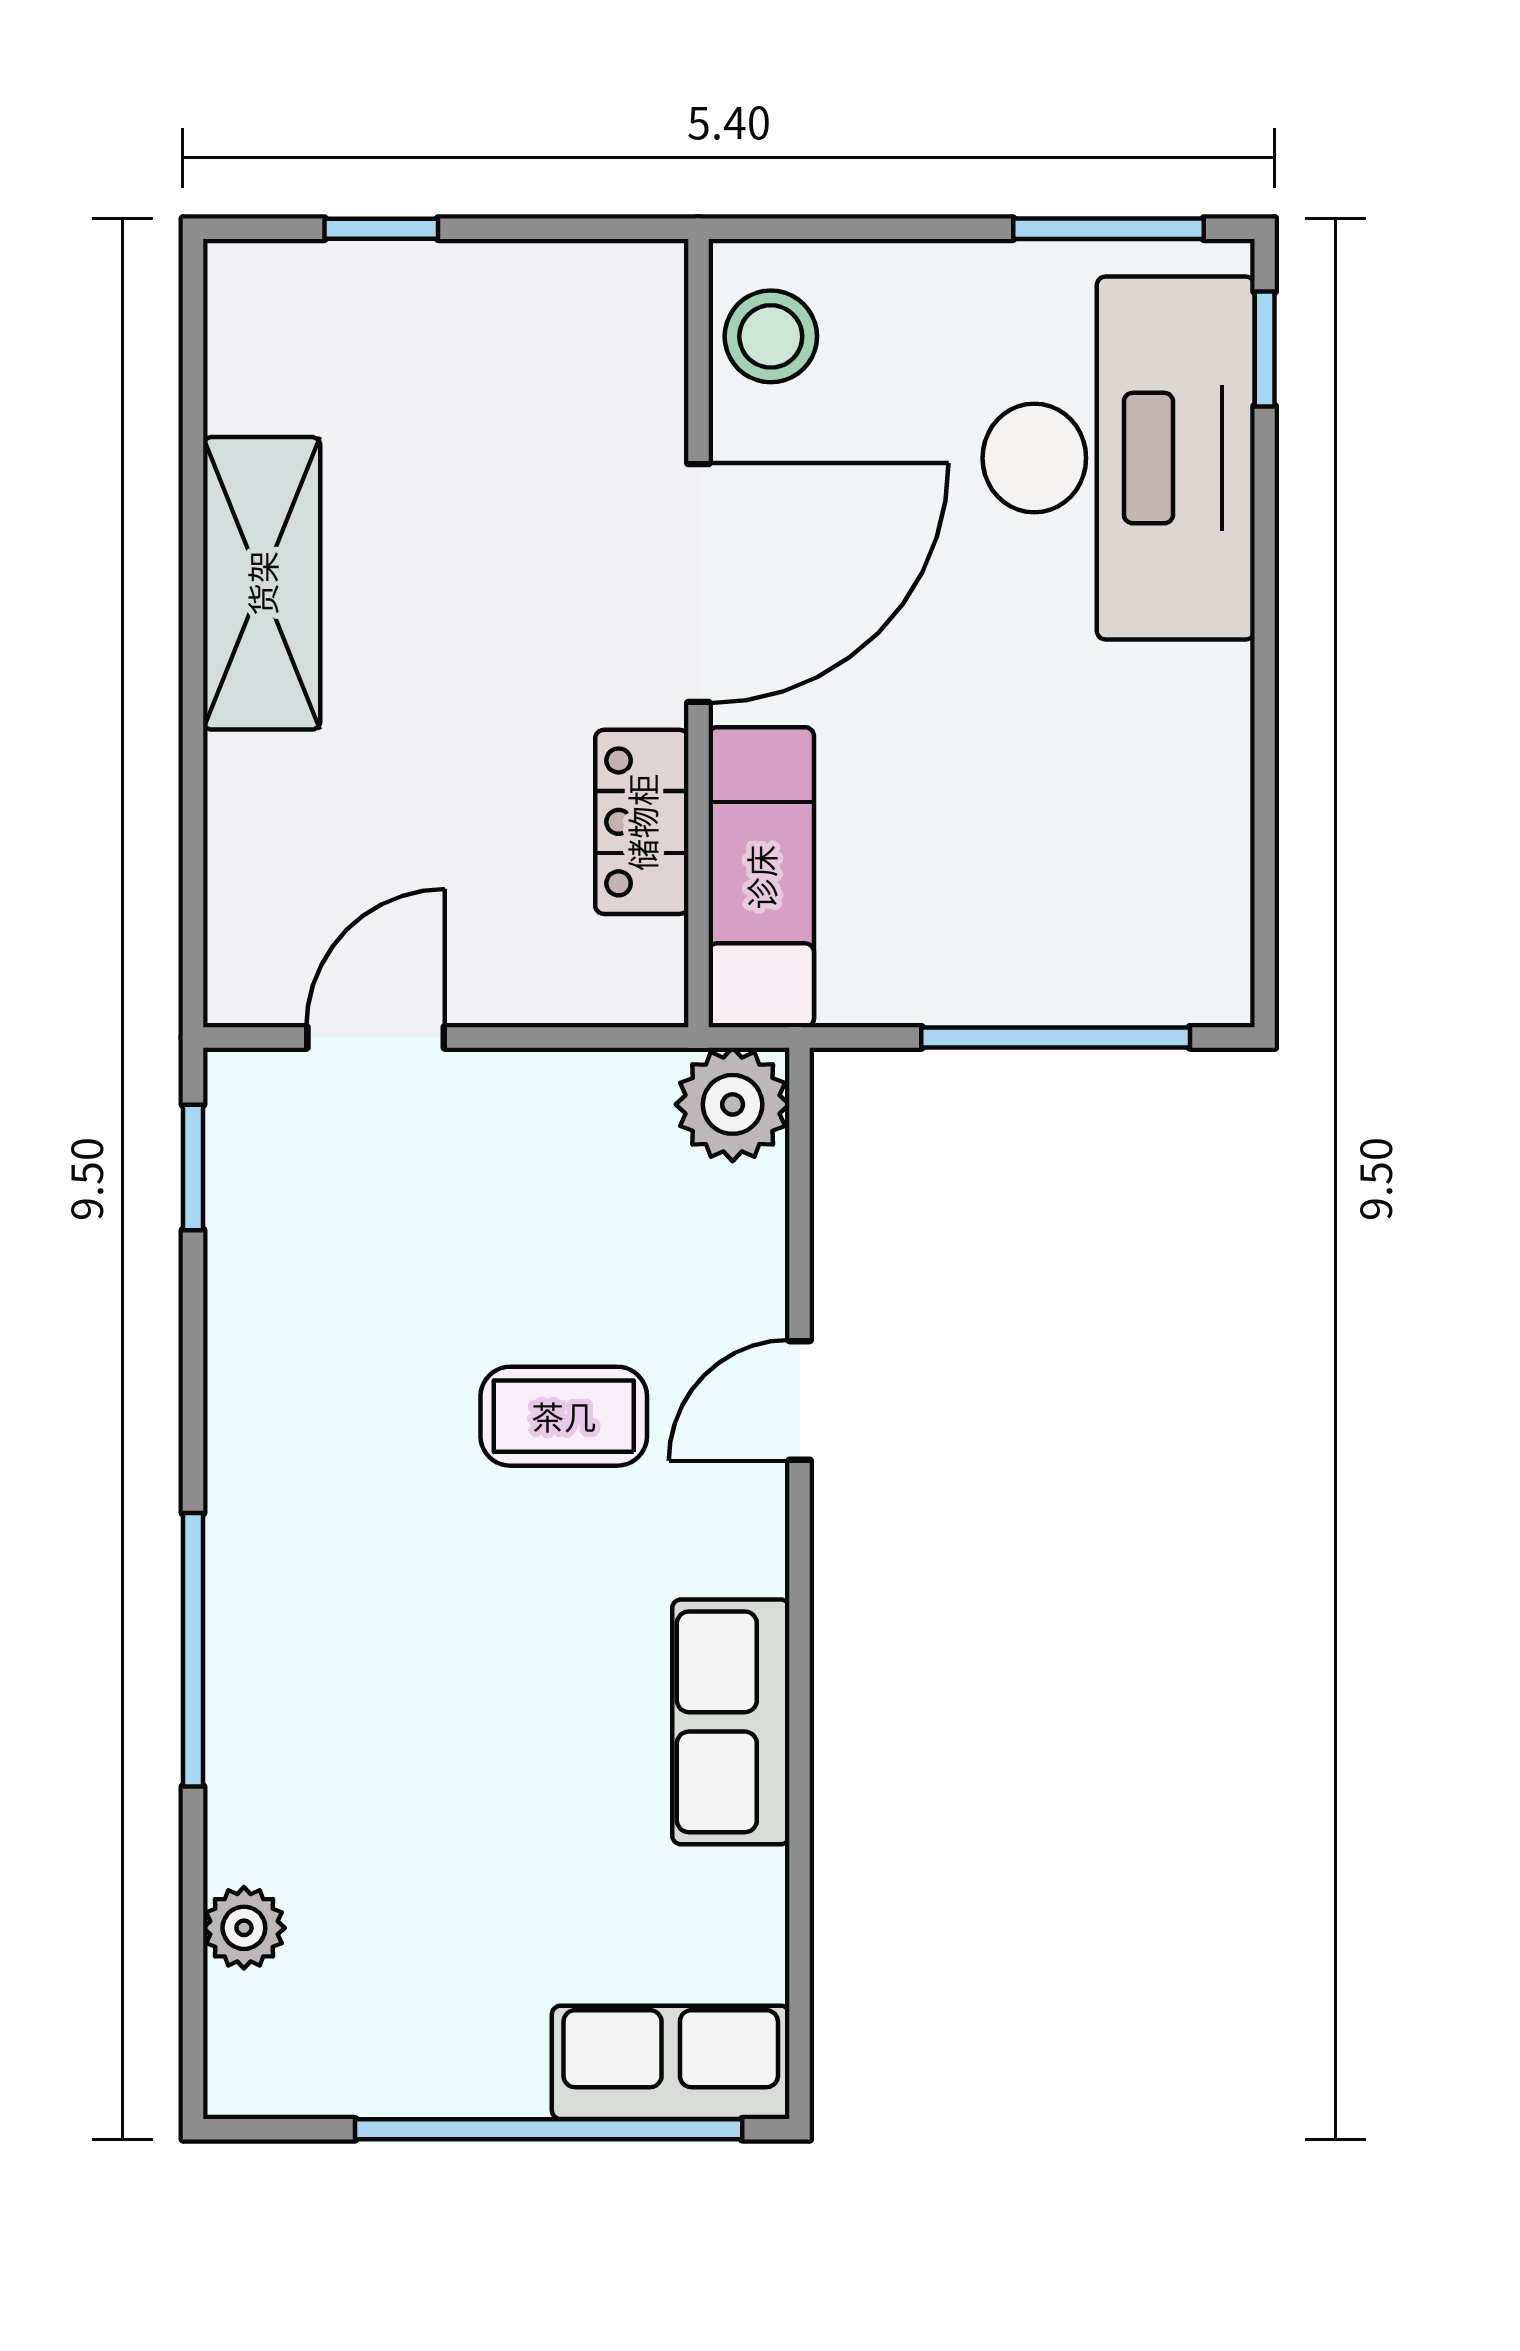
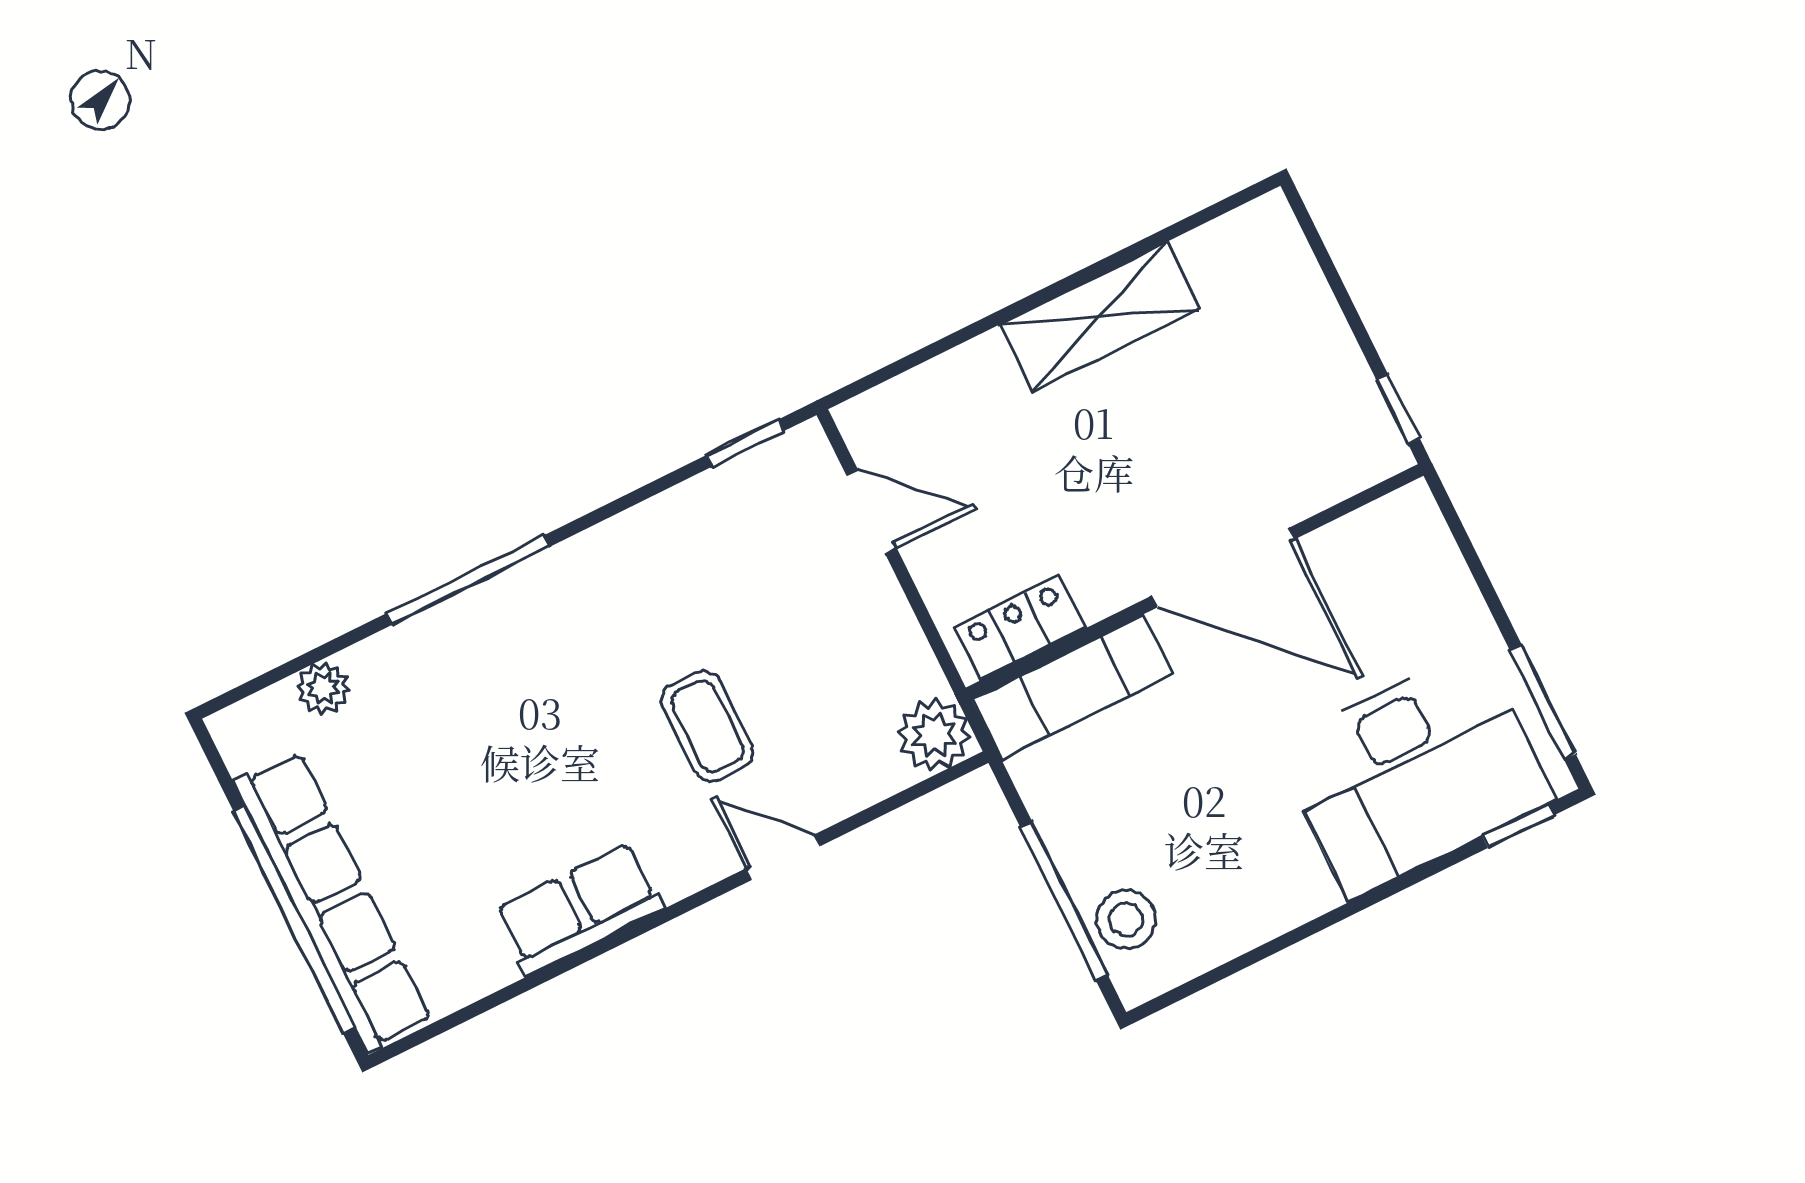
window: (381, 229) -> (1398, 409), moved
stool: (771, 336) -> (1126, 920), moved
locker: (642, 822) -> (1020, 628), moved
row of seats: (671, 2062) -> (333, 901), width x2.02

